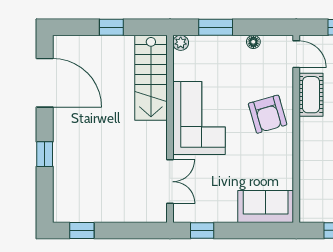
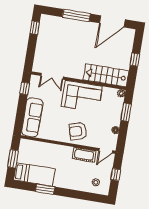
window: (45, 154) -> (76, 15), width x2.17
sofa: (266, 207) -> (32, 117), width x1.36

